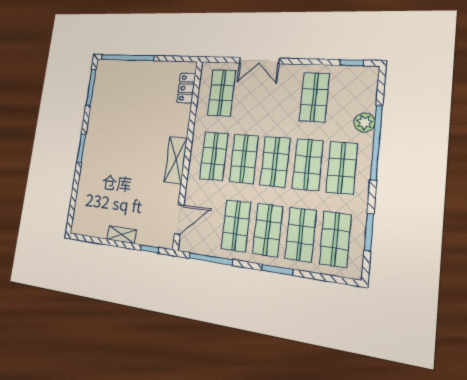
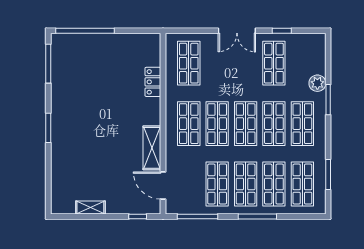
double door: (259, 61) -> (237, 31), moved
window: (352, 63) -> (282, 31), moved
locker: (186, 88) -> (153, 82), moved
window: (376, 142) -> (328, 100), width x0.47
shelving: (176, 160) -> (152, 148), moved
door: (179, 219) -> (163, 186), swing flipped
shelving: (122, 235) -> (90, 207), moved
window: (277, 270) -> (257, 216), width x1.44

